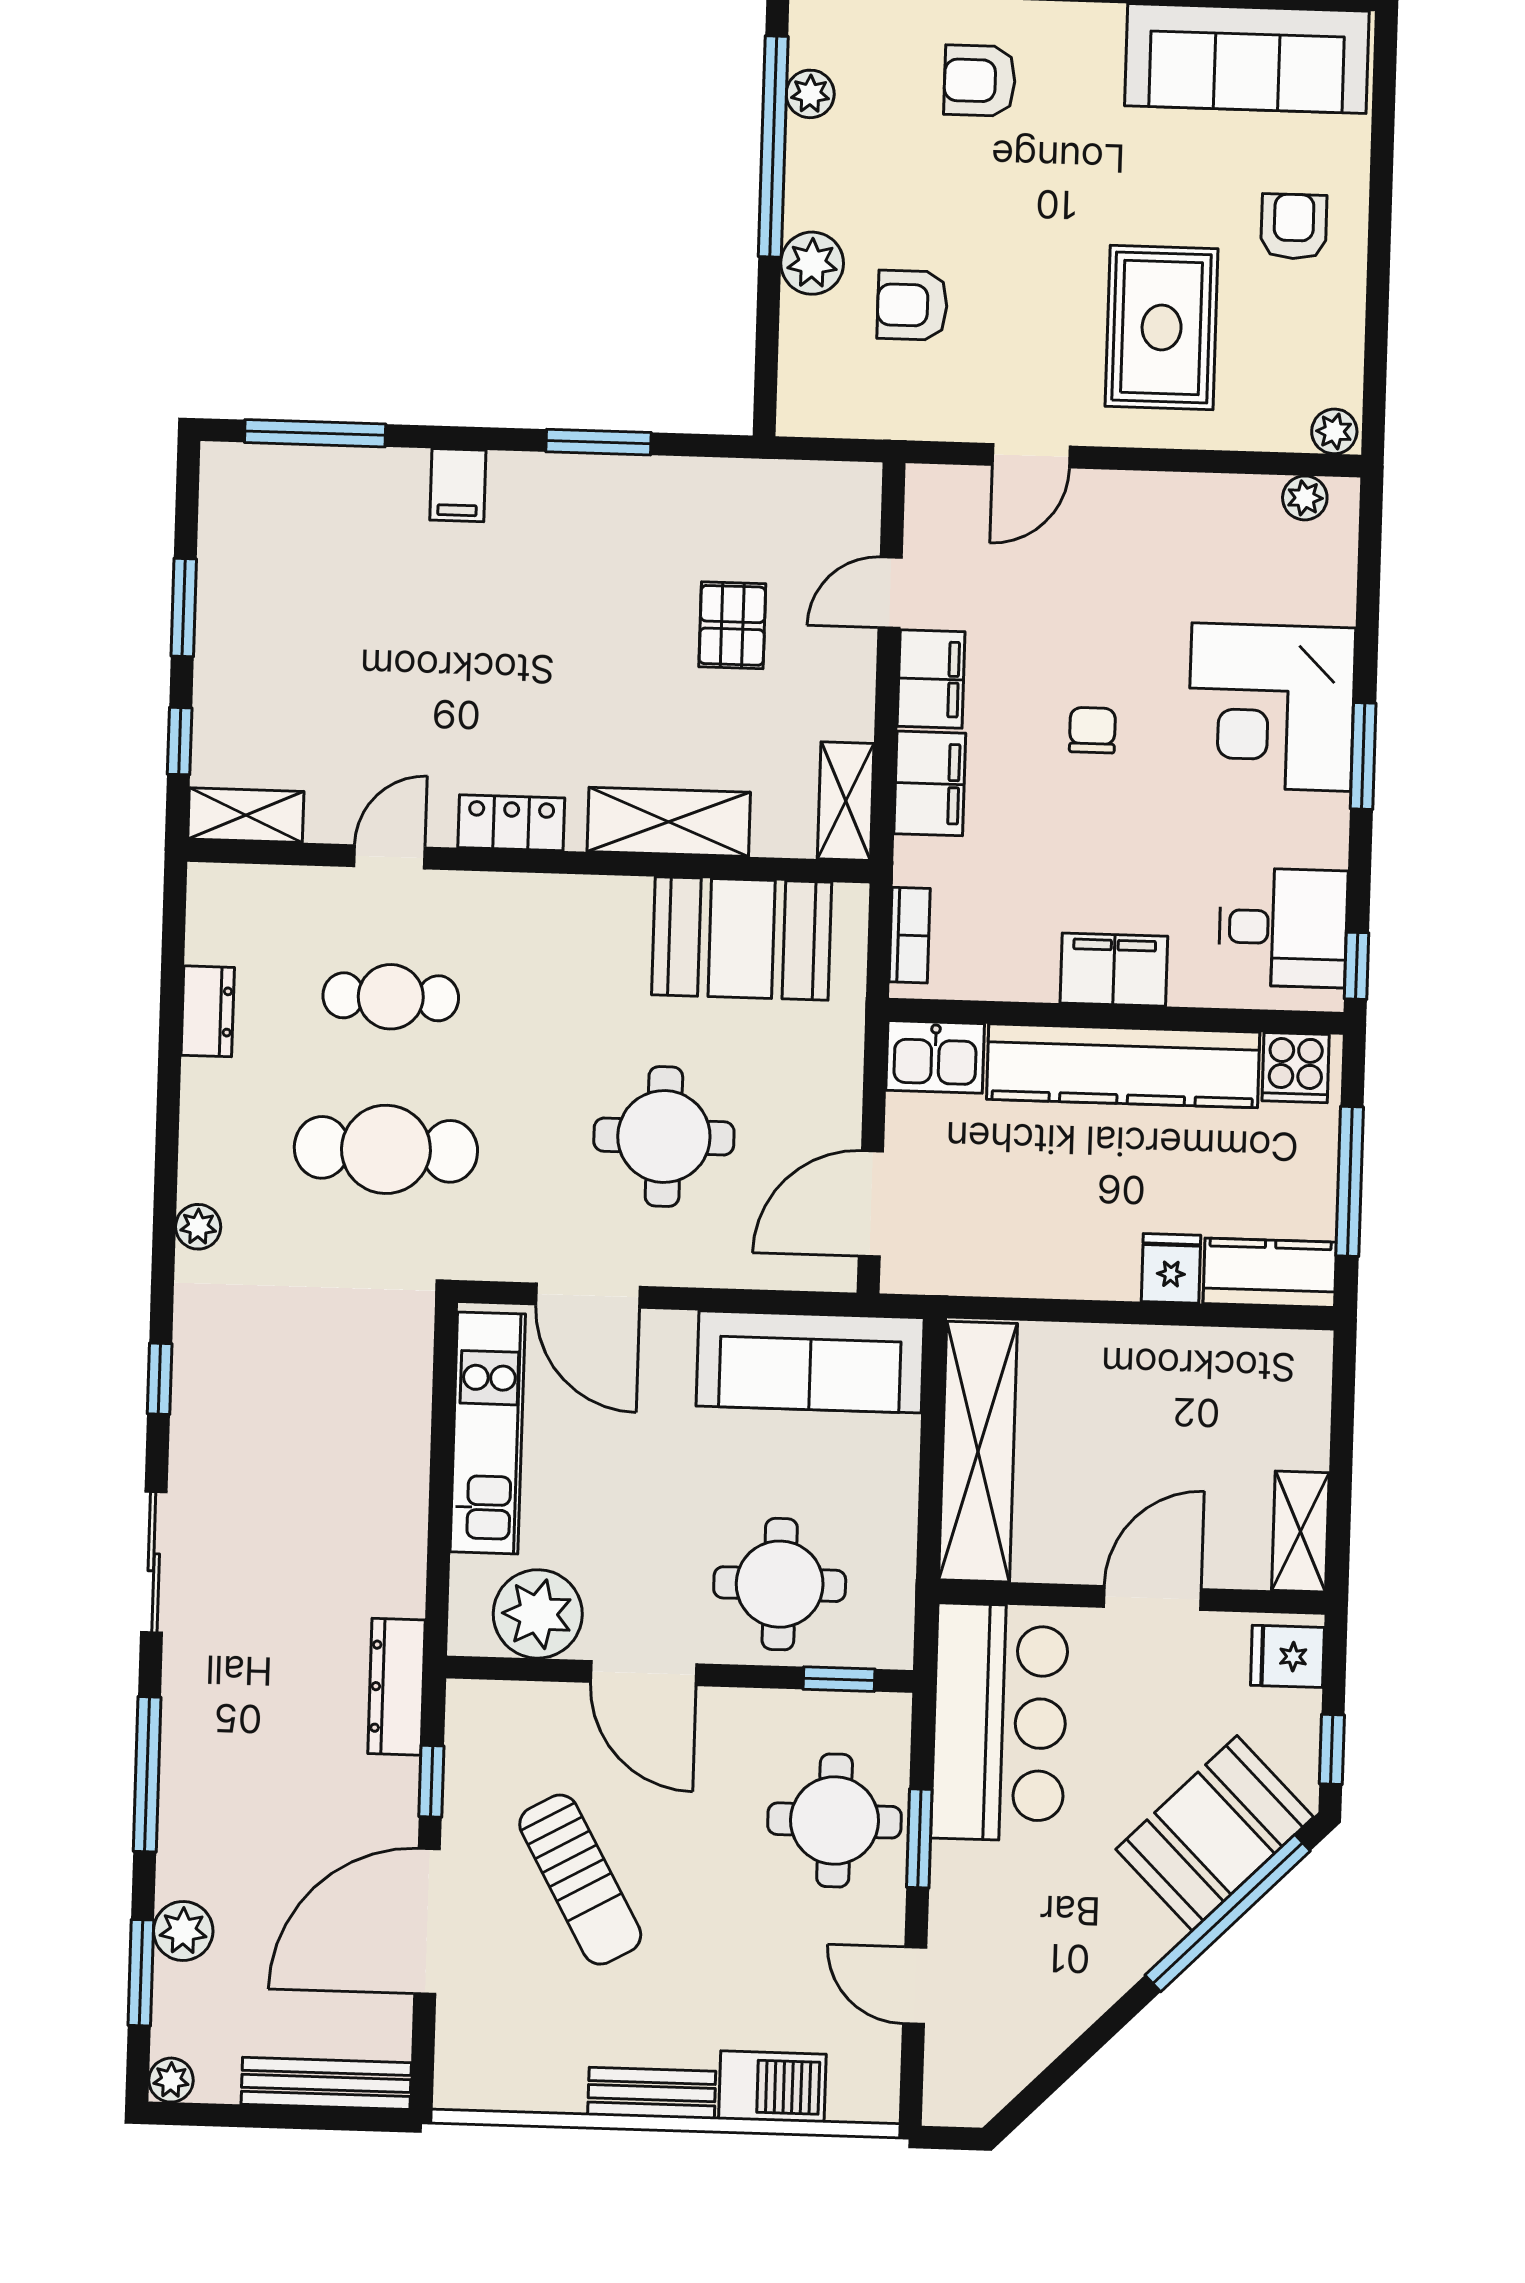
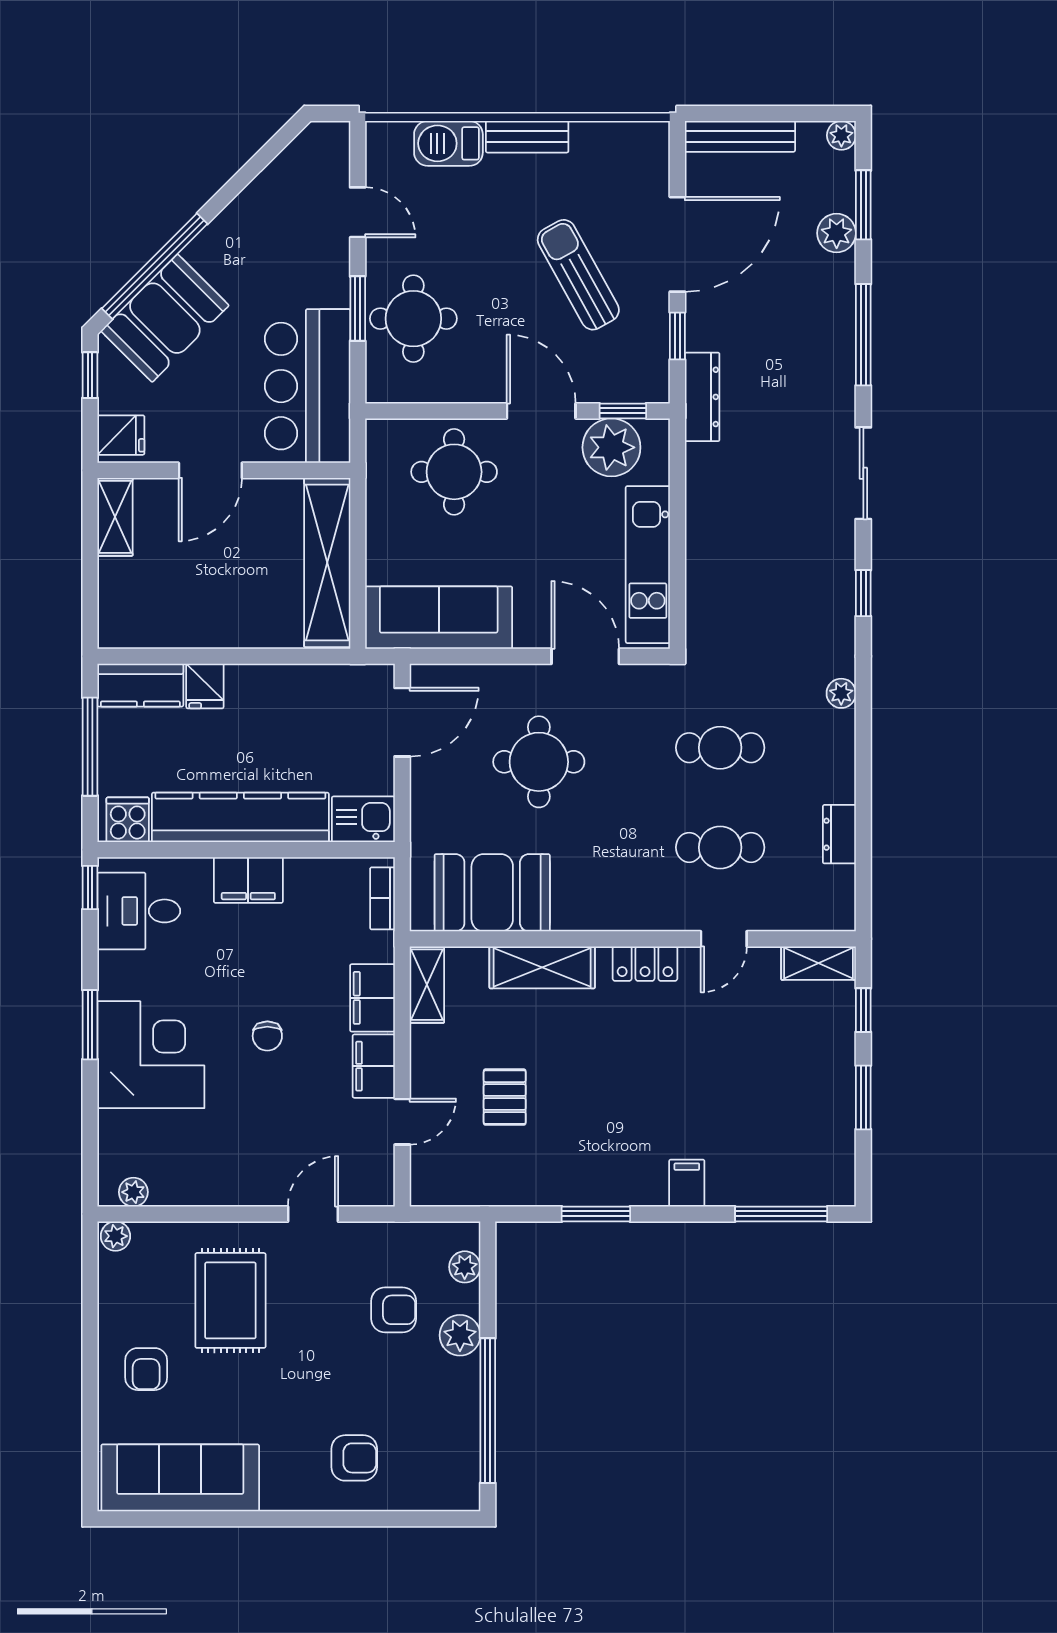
plant: (810, 94) -> (465, 1267), moved
cafe table: (386, 1149) -> (720, 748), width x0.73, depth x0.74
window: (839, 1679) -> (623, 411), moved

